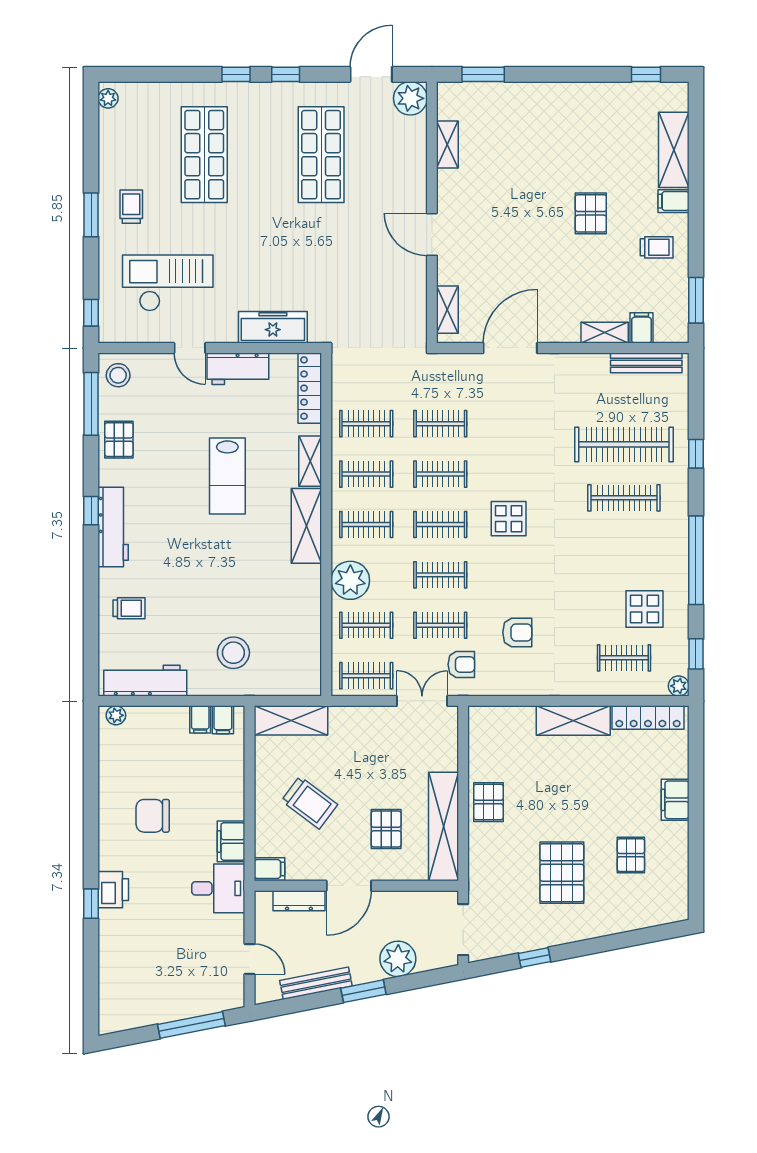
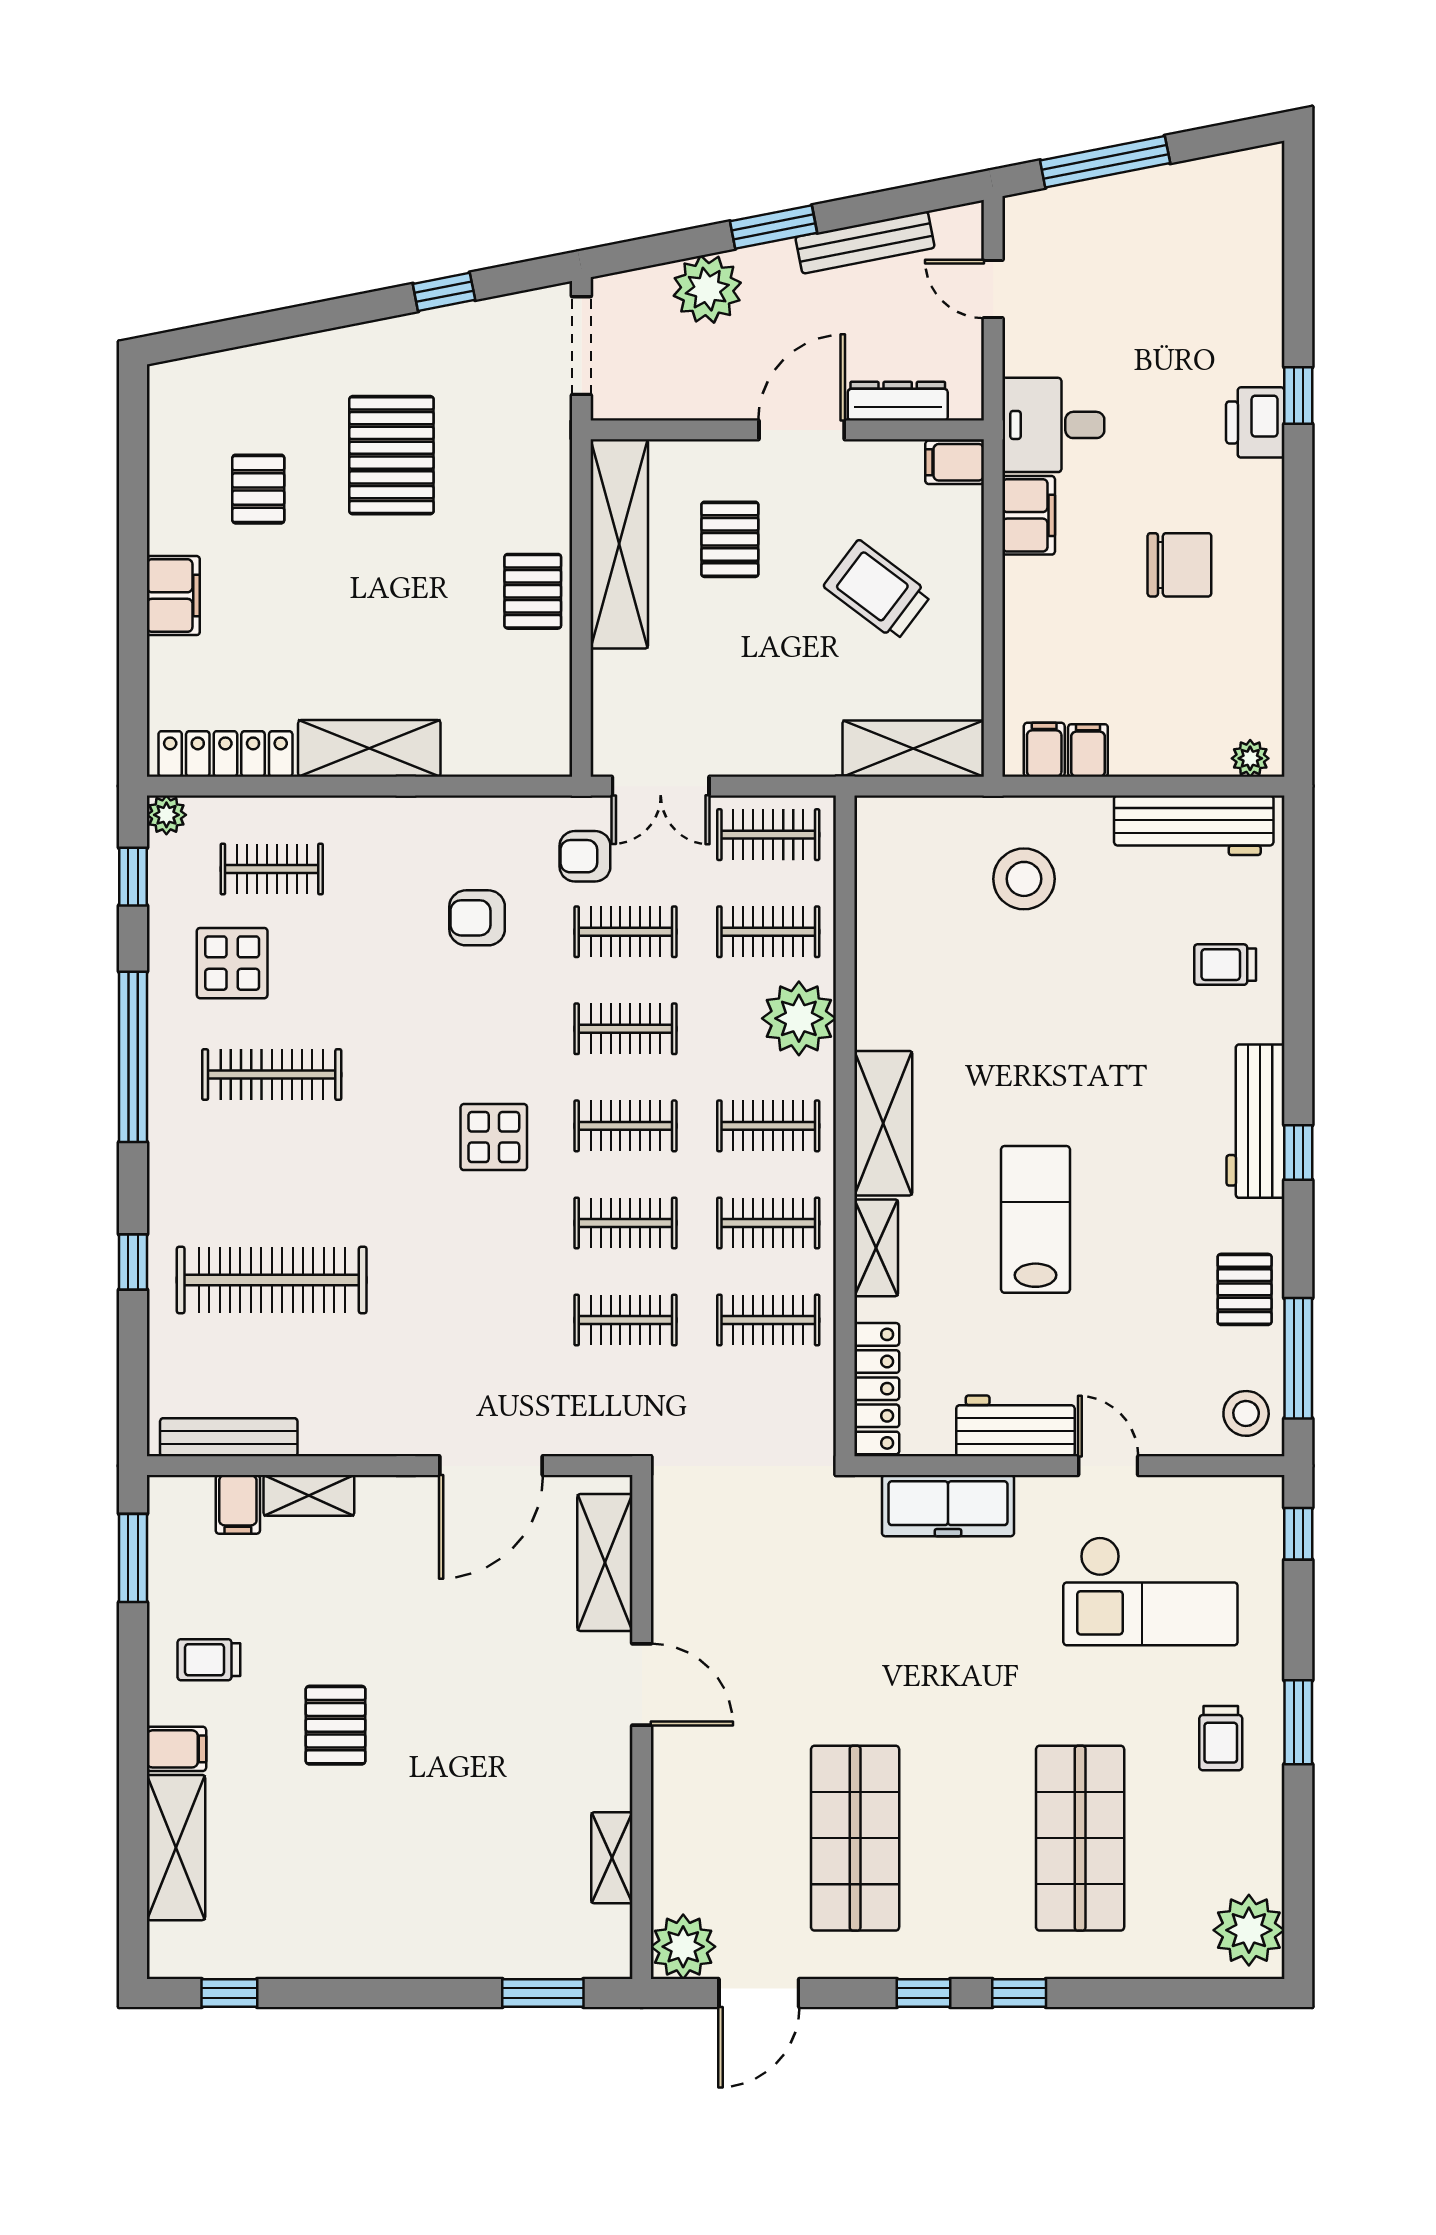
plant: (108, 98) -> (1249, 1930), width x1.87, depth x1.87
shelving: (447, 310) -> (605, 1562), width x1.50, depth x1.33
clothes rail: (624, 498) -> (272, 1075), moved

